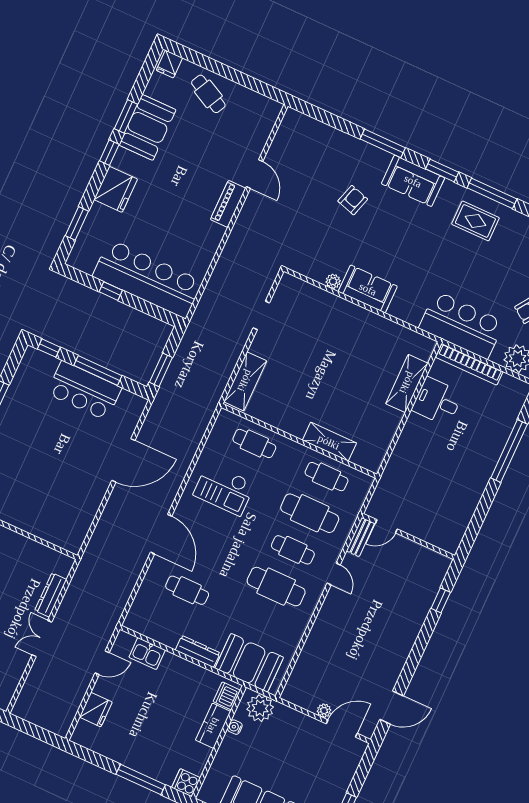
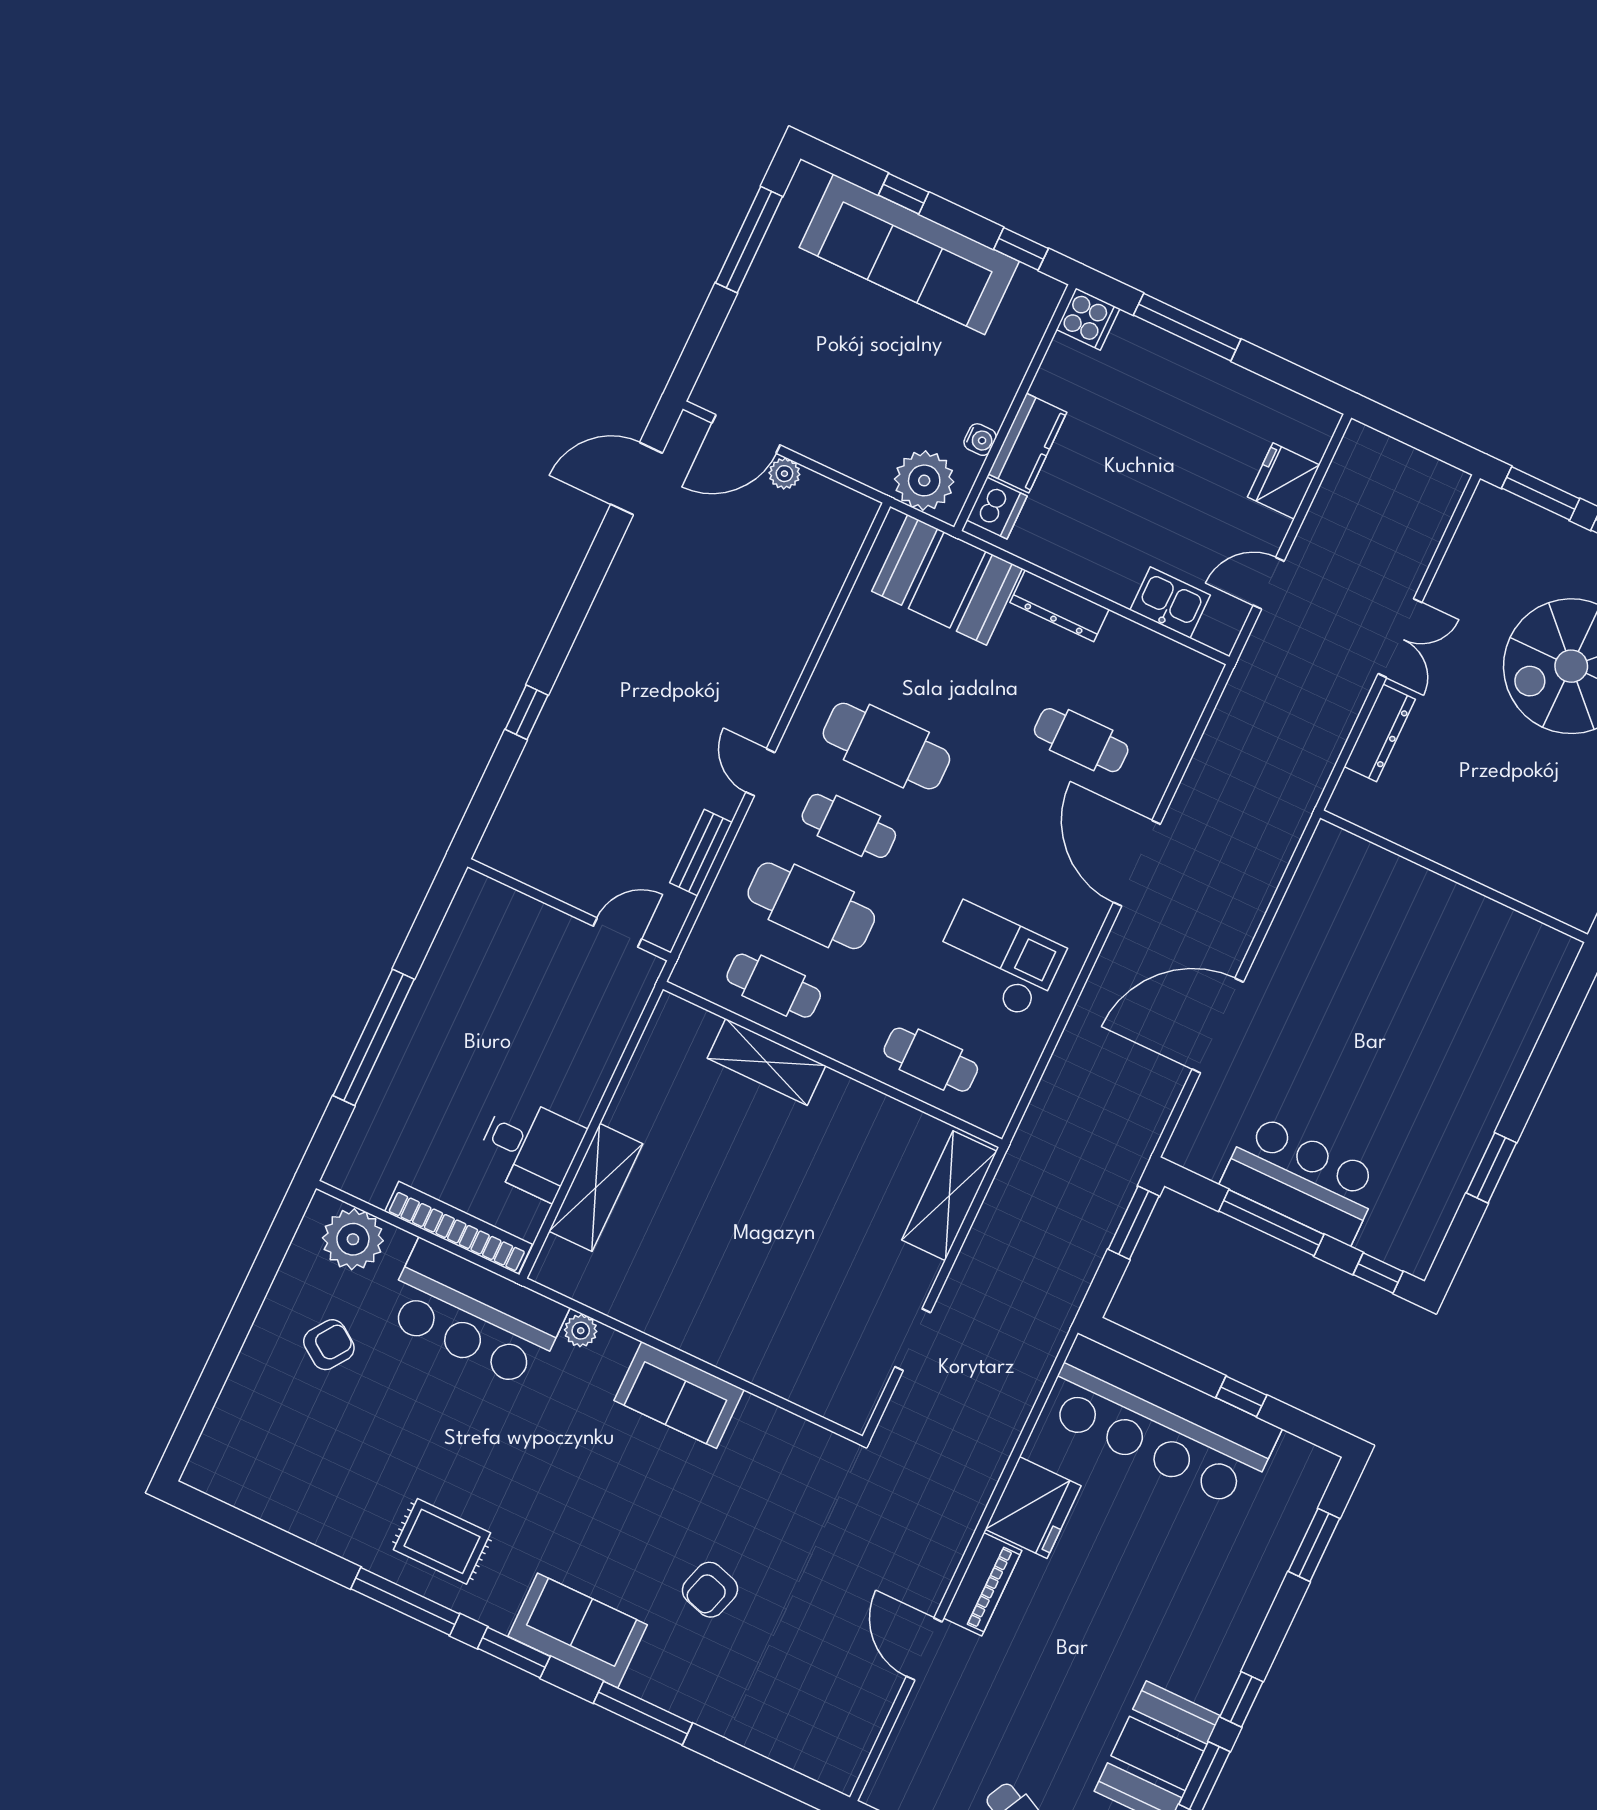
fridge: (116, 189) -> (1033, 1508), moved, turned 180
plant: (333, 281) -> (581, 1331), moved
door: (386, 526) -> (617, 932), moved
wall: (408, 537) -> (569, 910), moved

